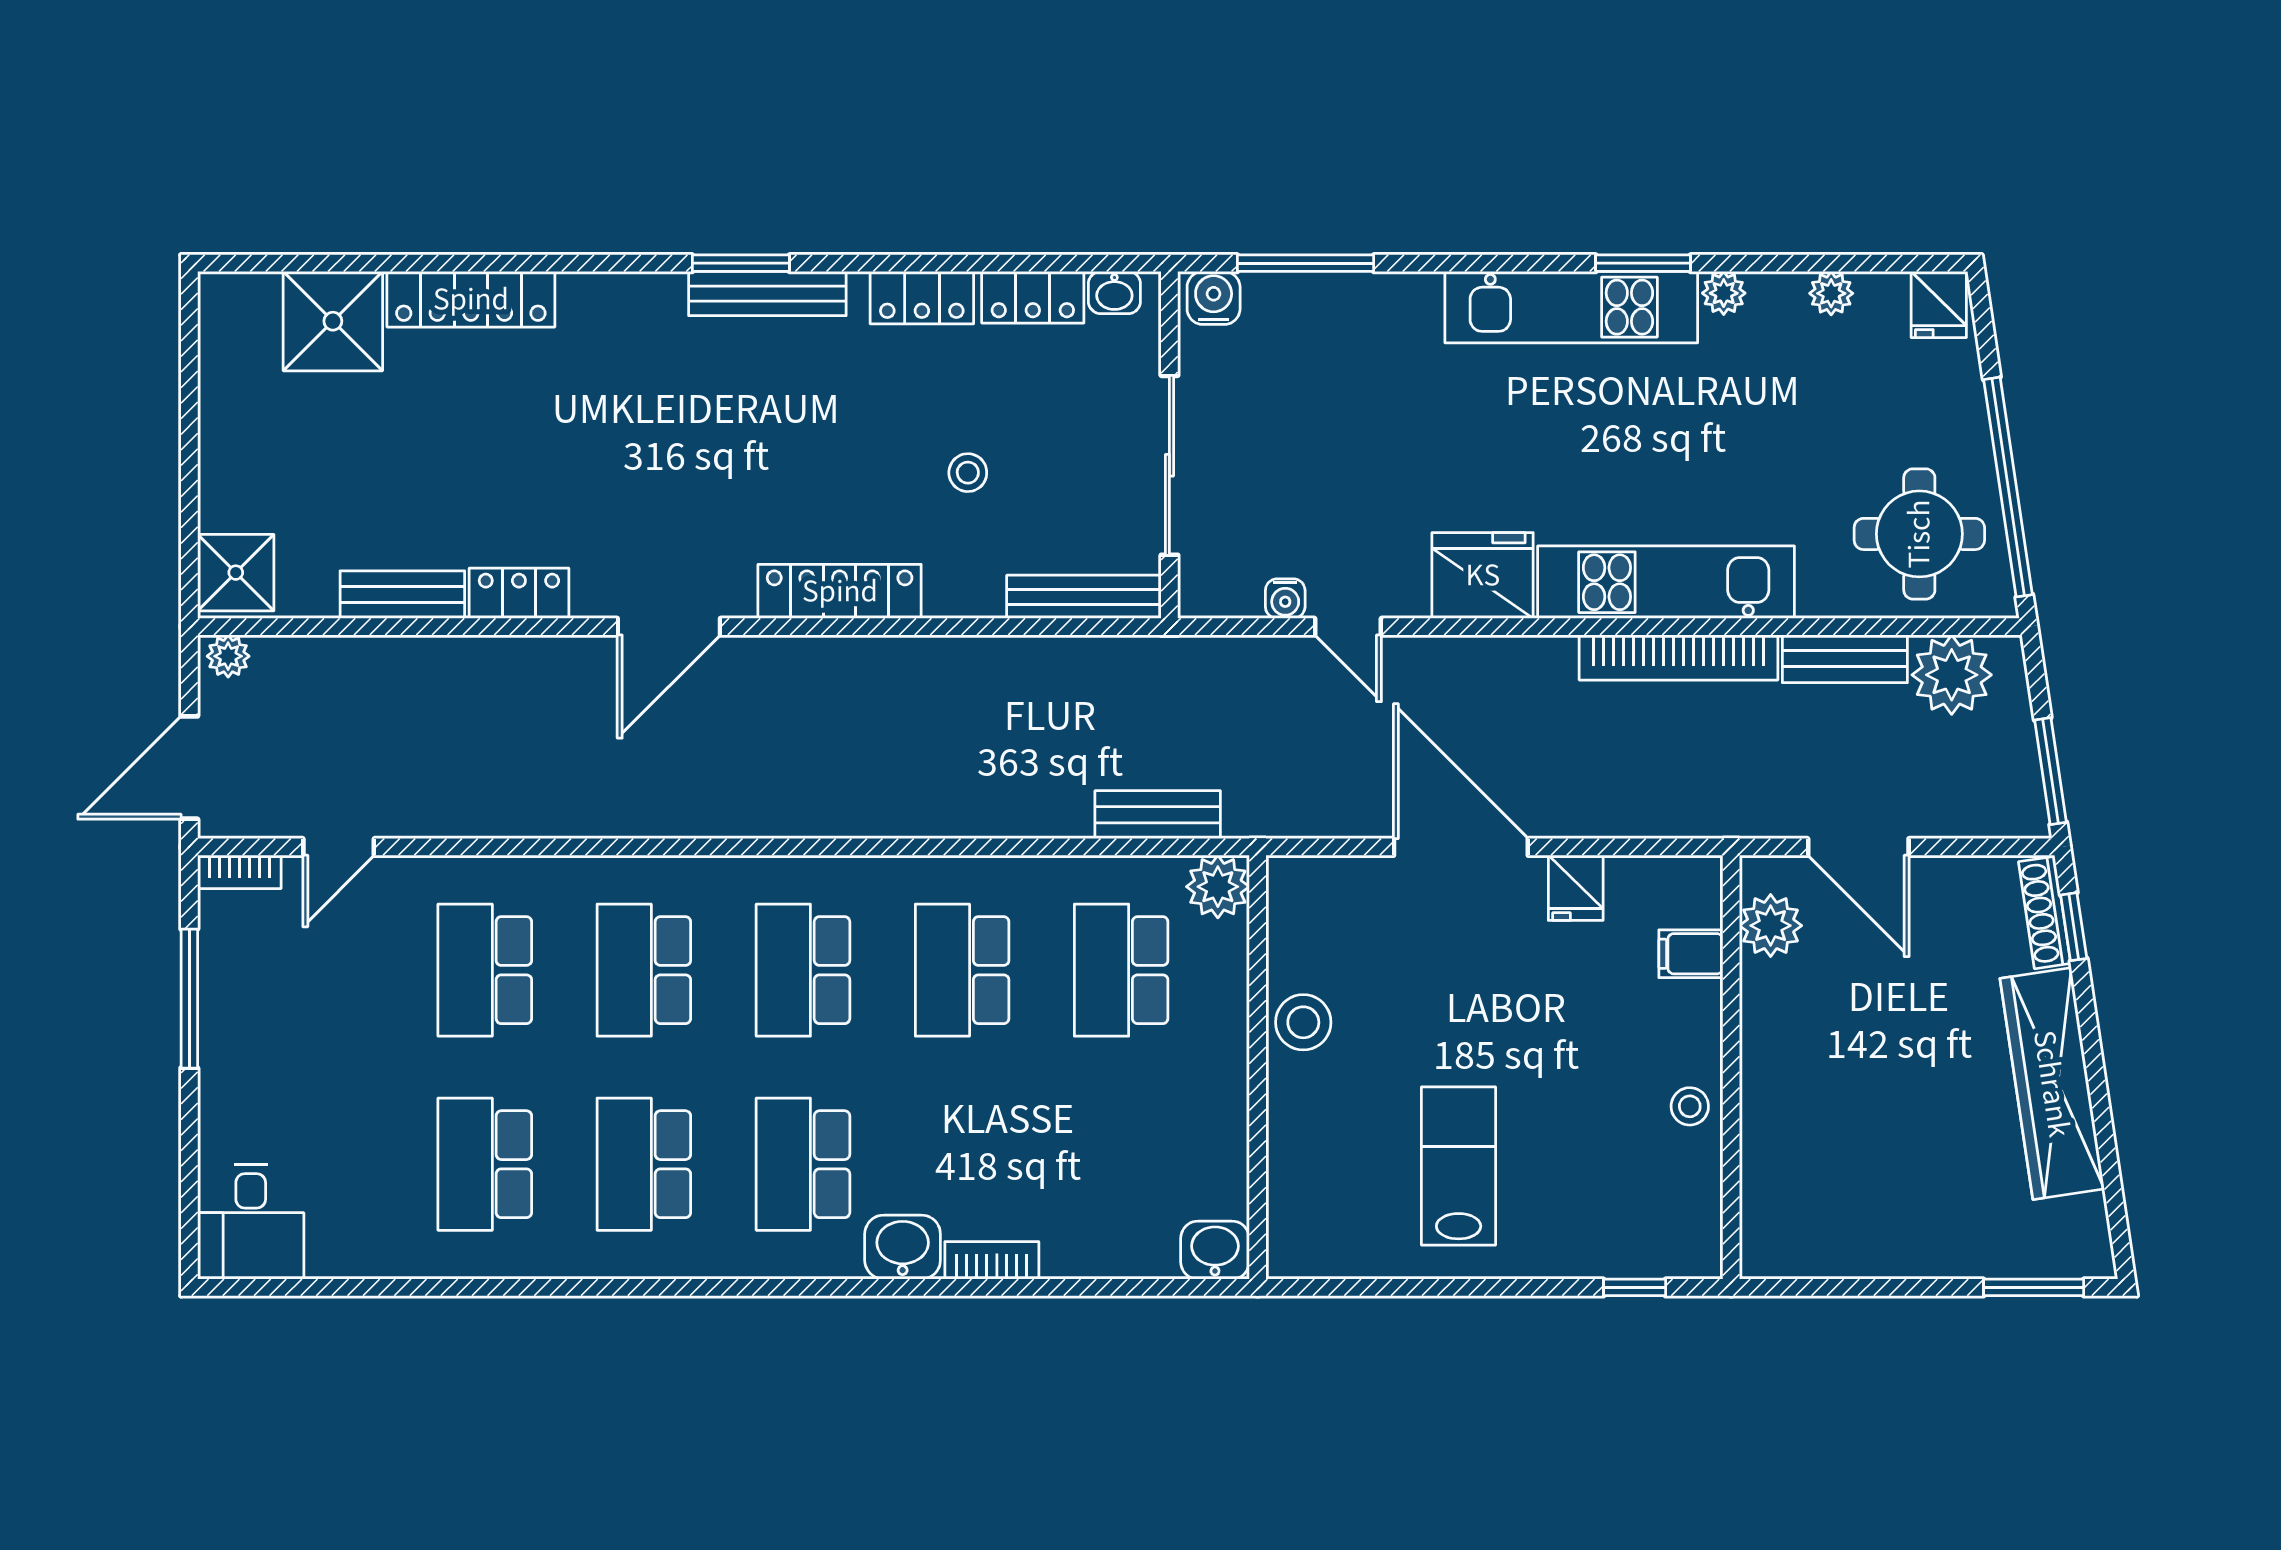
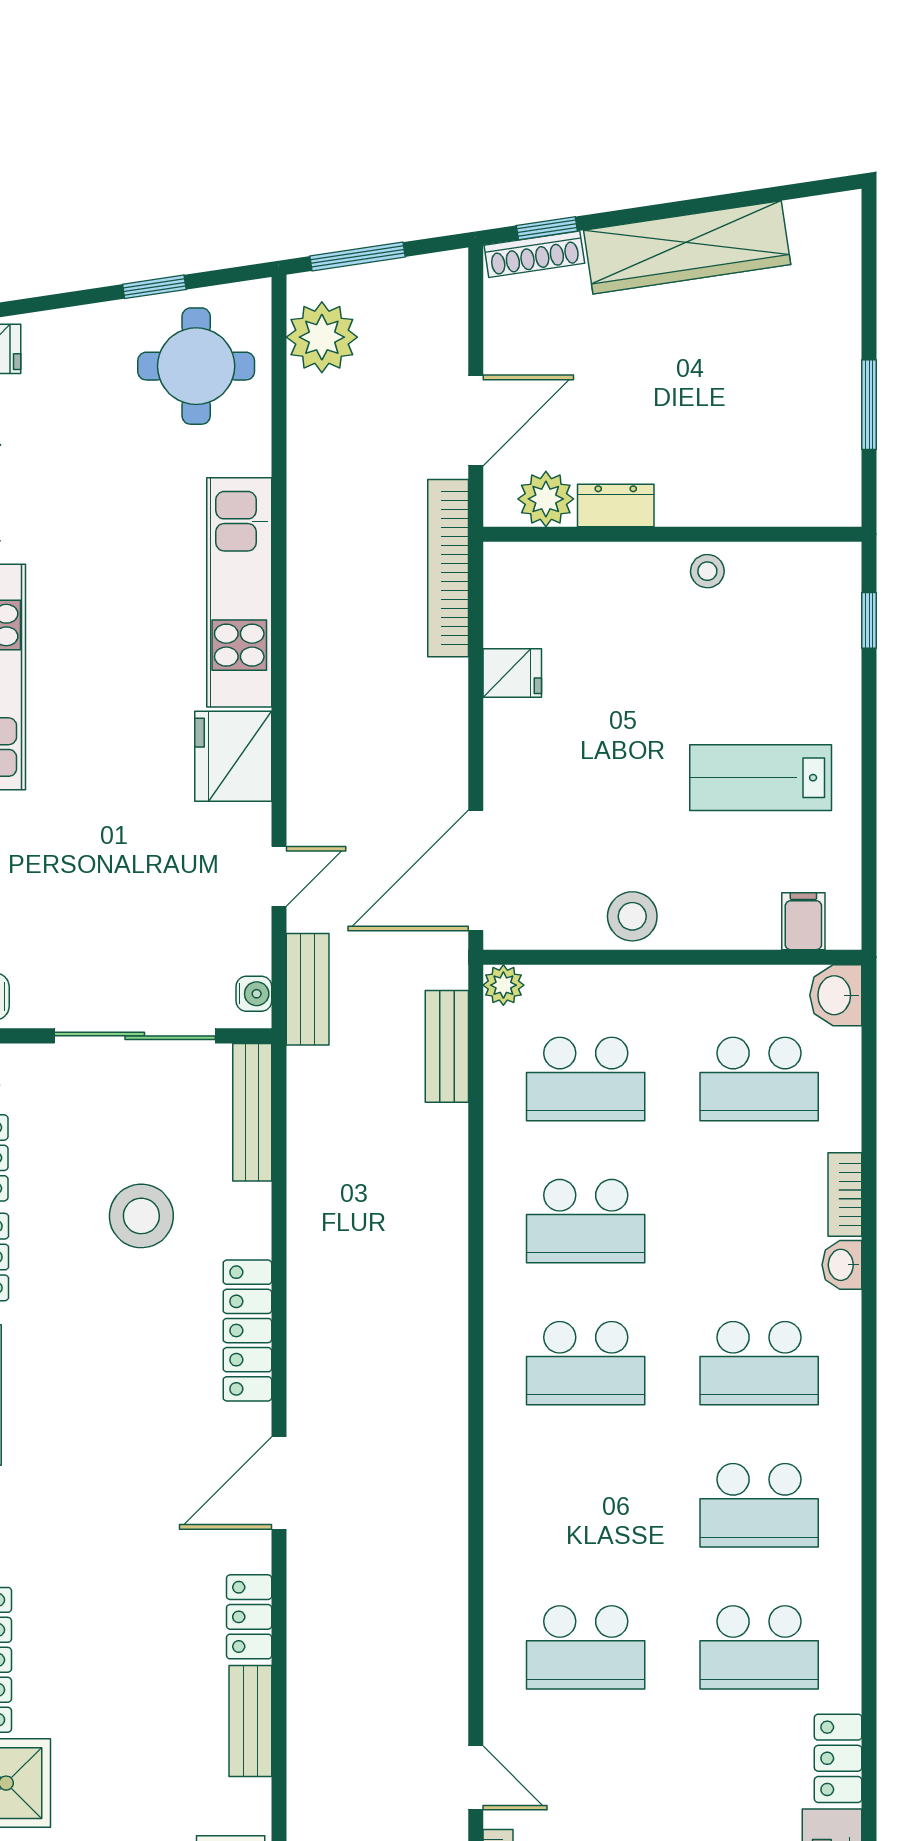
stool: (968, 473) -> (141, 1216), width x1.89, depth x1.89
window: (2008, 487) -> (154, 287), width x0.32
water cooler: (1285, 599) -> (254, 994), moved
door: (669, 627) -> (279, 1483), swing flipped
bookcase: (1679, 657) -> (448, 568), moved, turned 180
bench: (1845, 659) -> (308, 989), moved
window: (2050, 771) -> (357, 257), moved
door: (1461, 847) -> (476, 870), moved
plant: (1218, 887) -> (503, 985), width x0.73, depth x0.73
filing cabinet: (1691, 954) -> (803, 921), moved, turned 180
school desk: (644, 970) -> (759, 1079), moved
dresser: (1763, 1004) -> (616, 505), added
washbasin: (903, 1247) -> (842, 1265), width x0.72, depth x0.69
locker: (361, 1253) -> (838, 1758), added
window: (2034, 1287) -> (869, 405), moved

